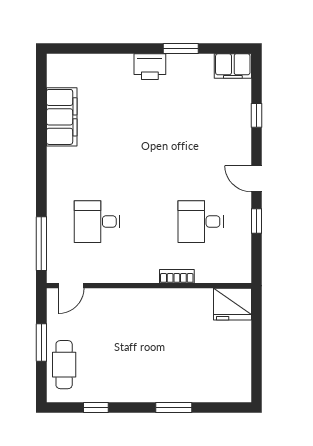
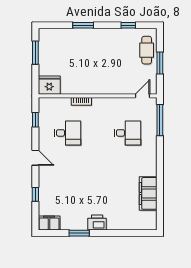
window: (256, 221) -> (35, 120), moved
window: (256, 360) -> (35, 53), added

